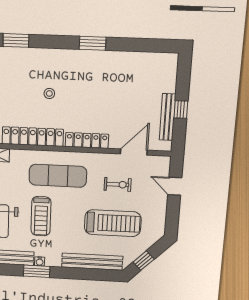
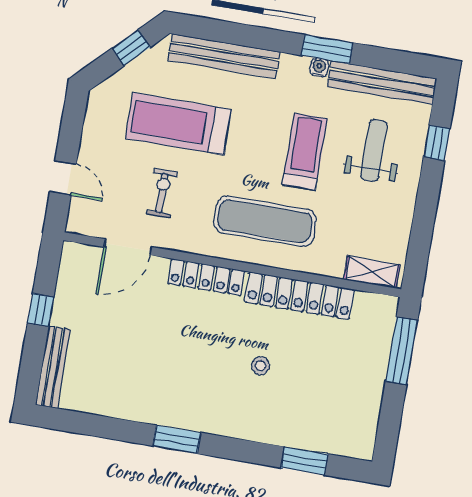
bench: (168, 117) -> (53, 367), moved
exercise bike: (118, 184) -> (162, 193), turned 90

